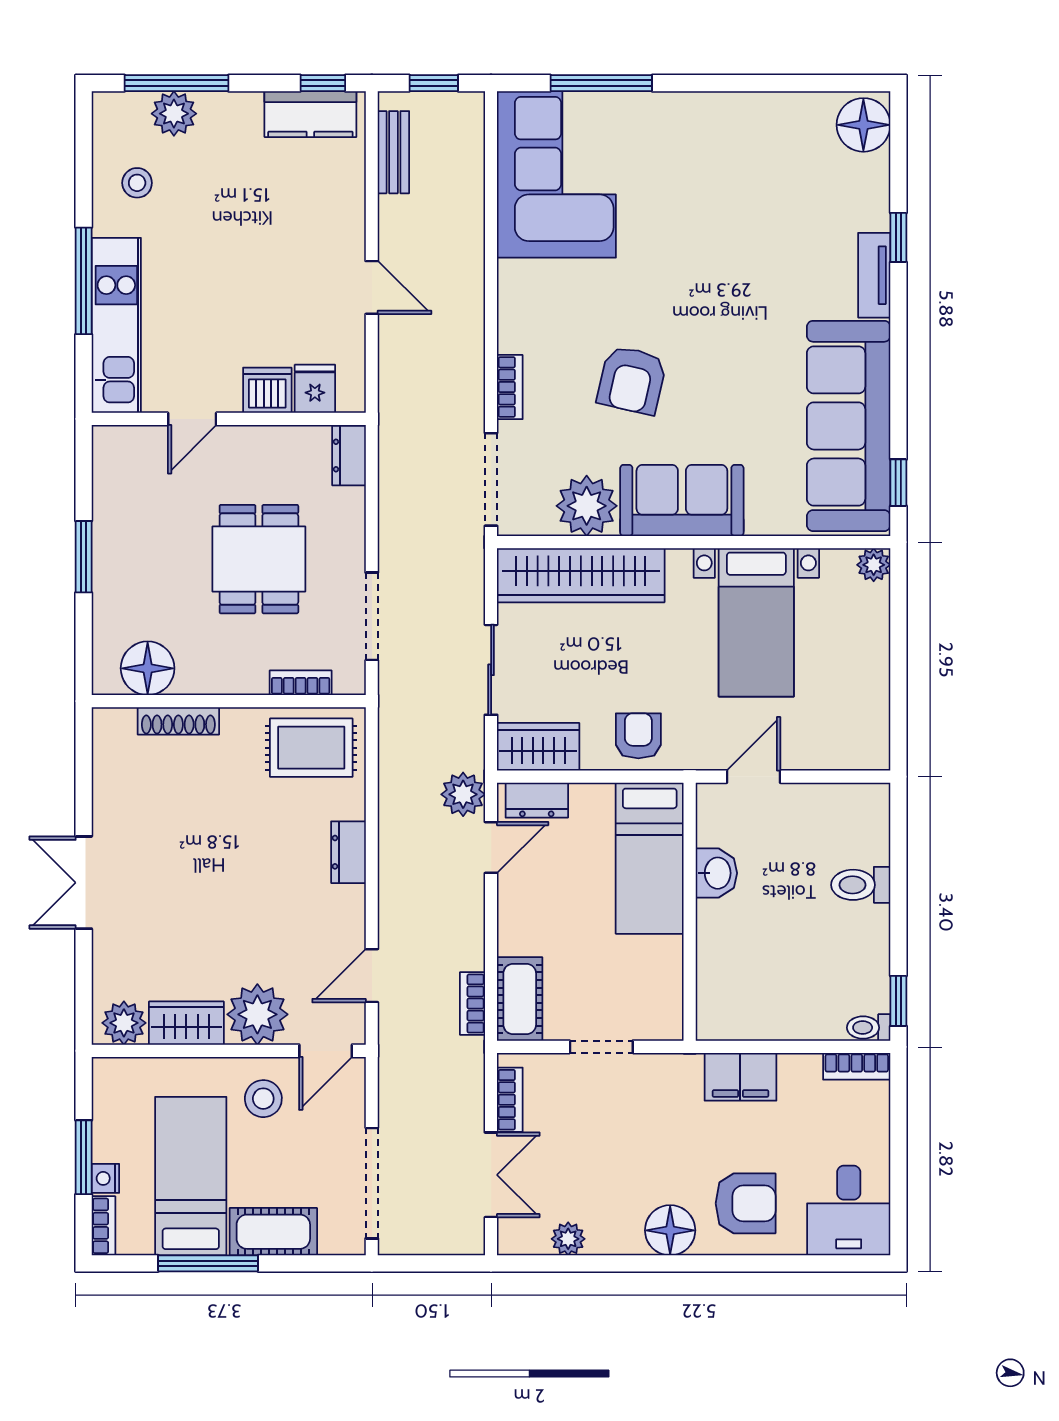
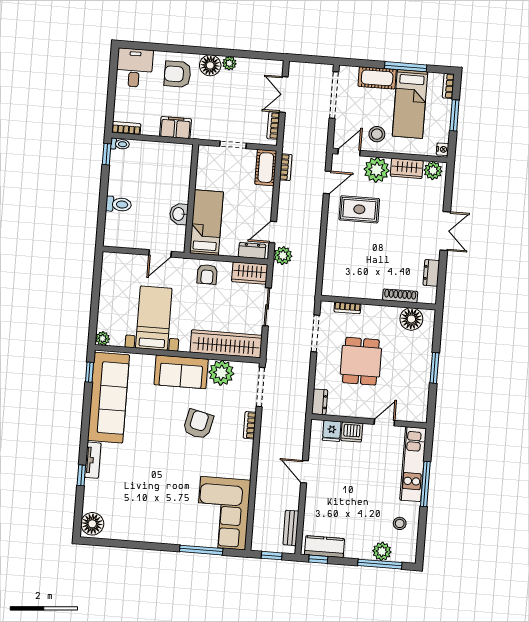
rug: (311, 748) -> (359, 209), moved
dresser: (348, 852) -> (431, 273), moved, turned 180
nightstand: (105, 1178) -> (443, 149), moved
plant: (568, 1239) -> (229, 63), moved

